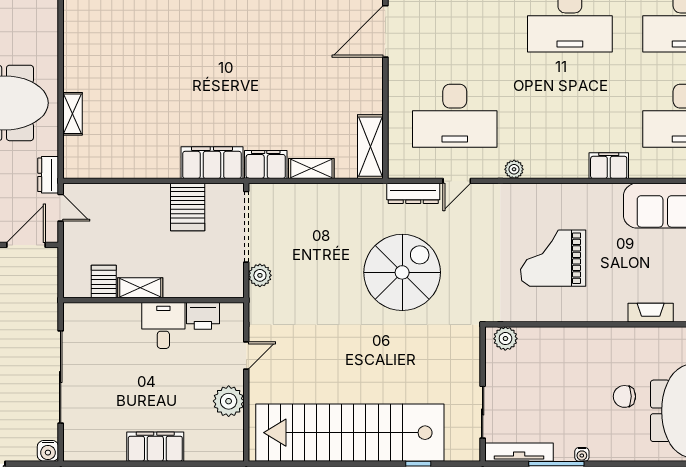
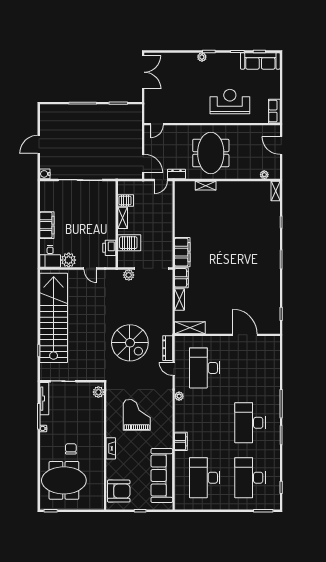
server rack: (188, 207) -> (129, 243), moved, turned 180
fireplace: (651, 313) -> (111, 448), moved
desk: (163, 325) -> (50, 256), moved, turned 90

